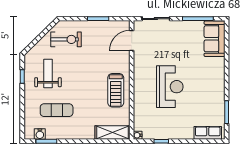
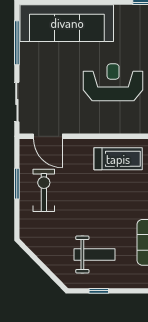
exercise bike: (66, 39) -> (44, 190), moved
sofa: (215, 39) -> (67, 23), width x1.85, depth x1.27
weight bench: (48, 74) -> (95, 254), turned 180

